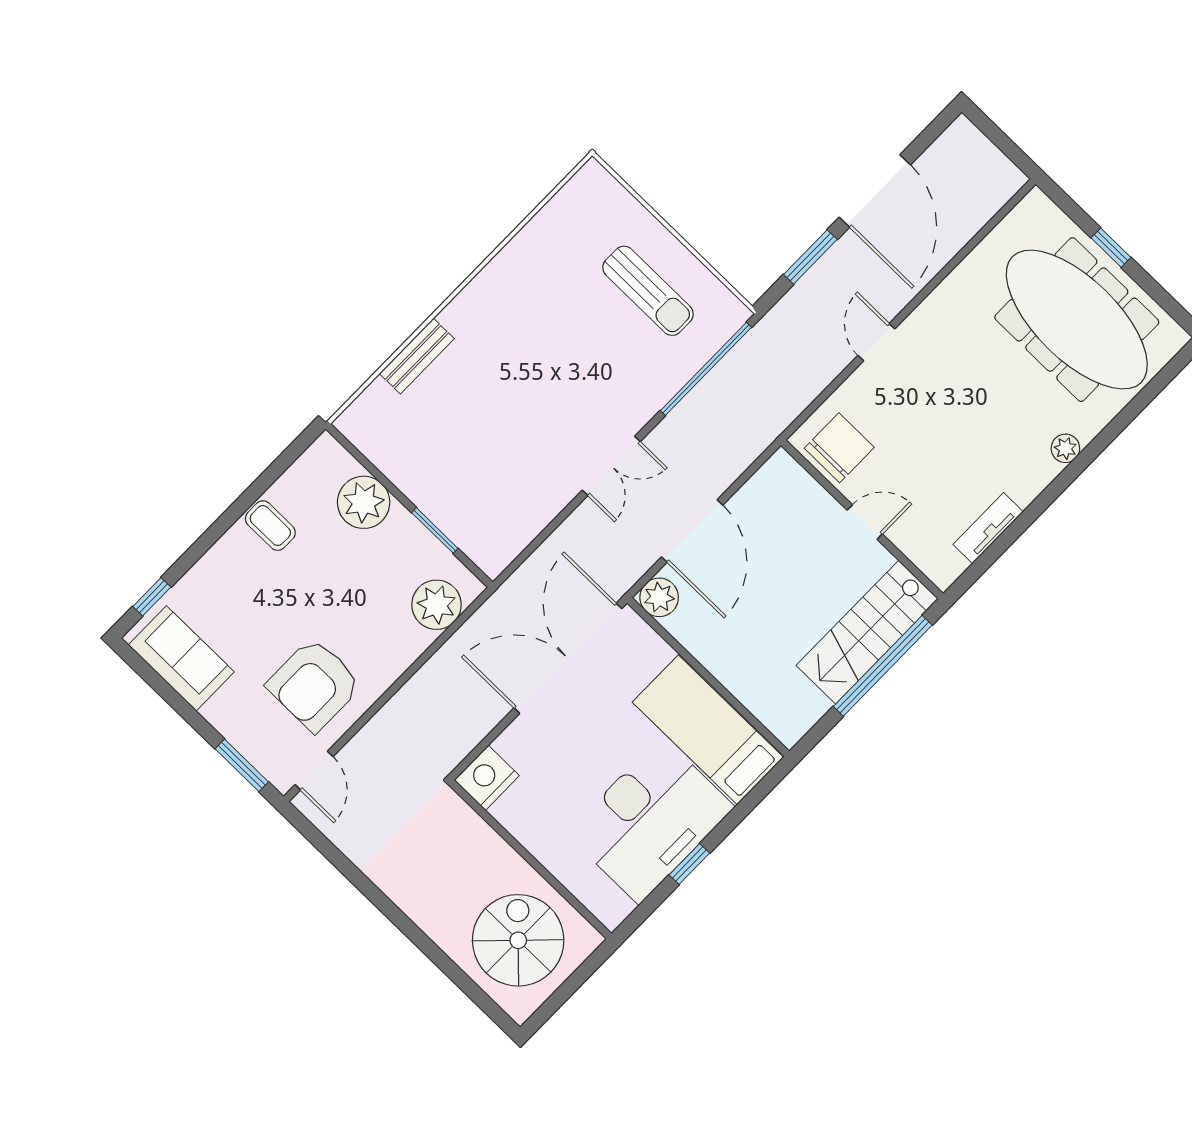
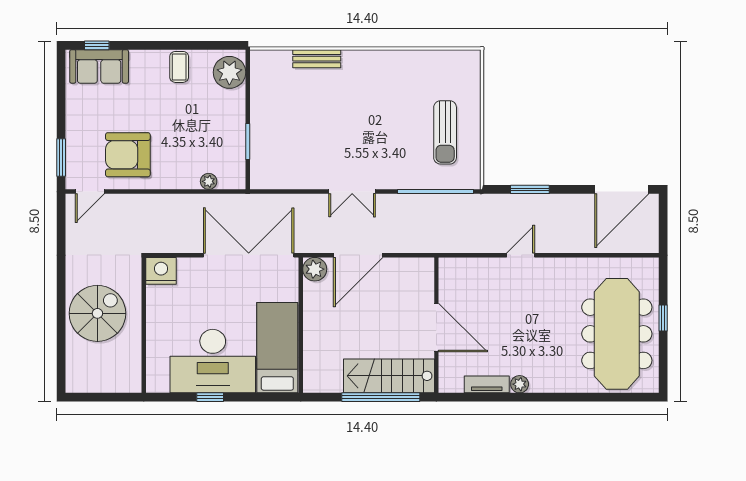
door: (875, 191) -> (622, 189), moved
chair: (839, 448) -> (458, 284), removed
plant: (1065, 448) -> (520, 384), moved
plant: (364, 502) -> (229, 72), moved
door: (865, 522) -> (436, 327), width x1.88
plant: (436, 605) -> (209, 181), width x0.53, depth x0.53
sofa: (181, 658) -> (99, 66), moved, turned 90
spiral stairs: (518, 940) -> (97, 313), moved

